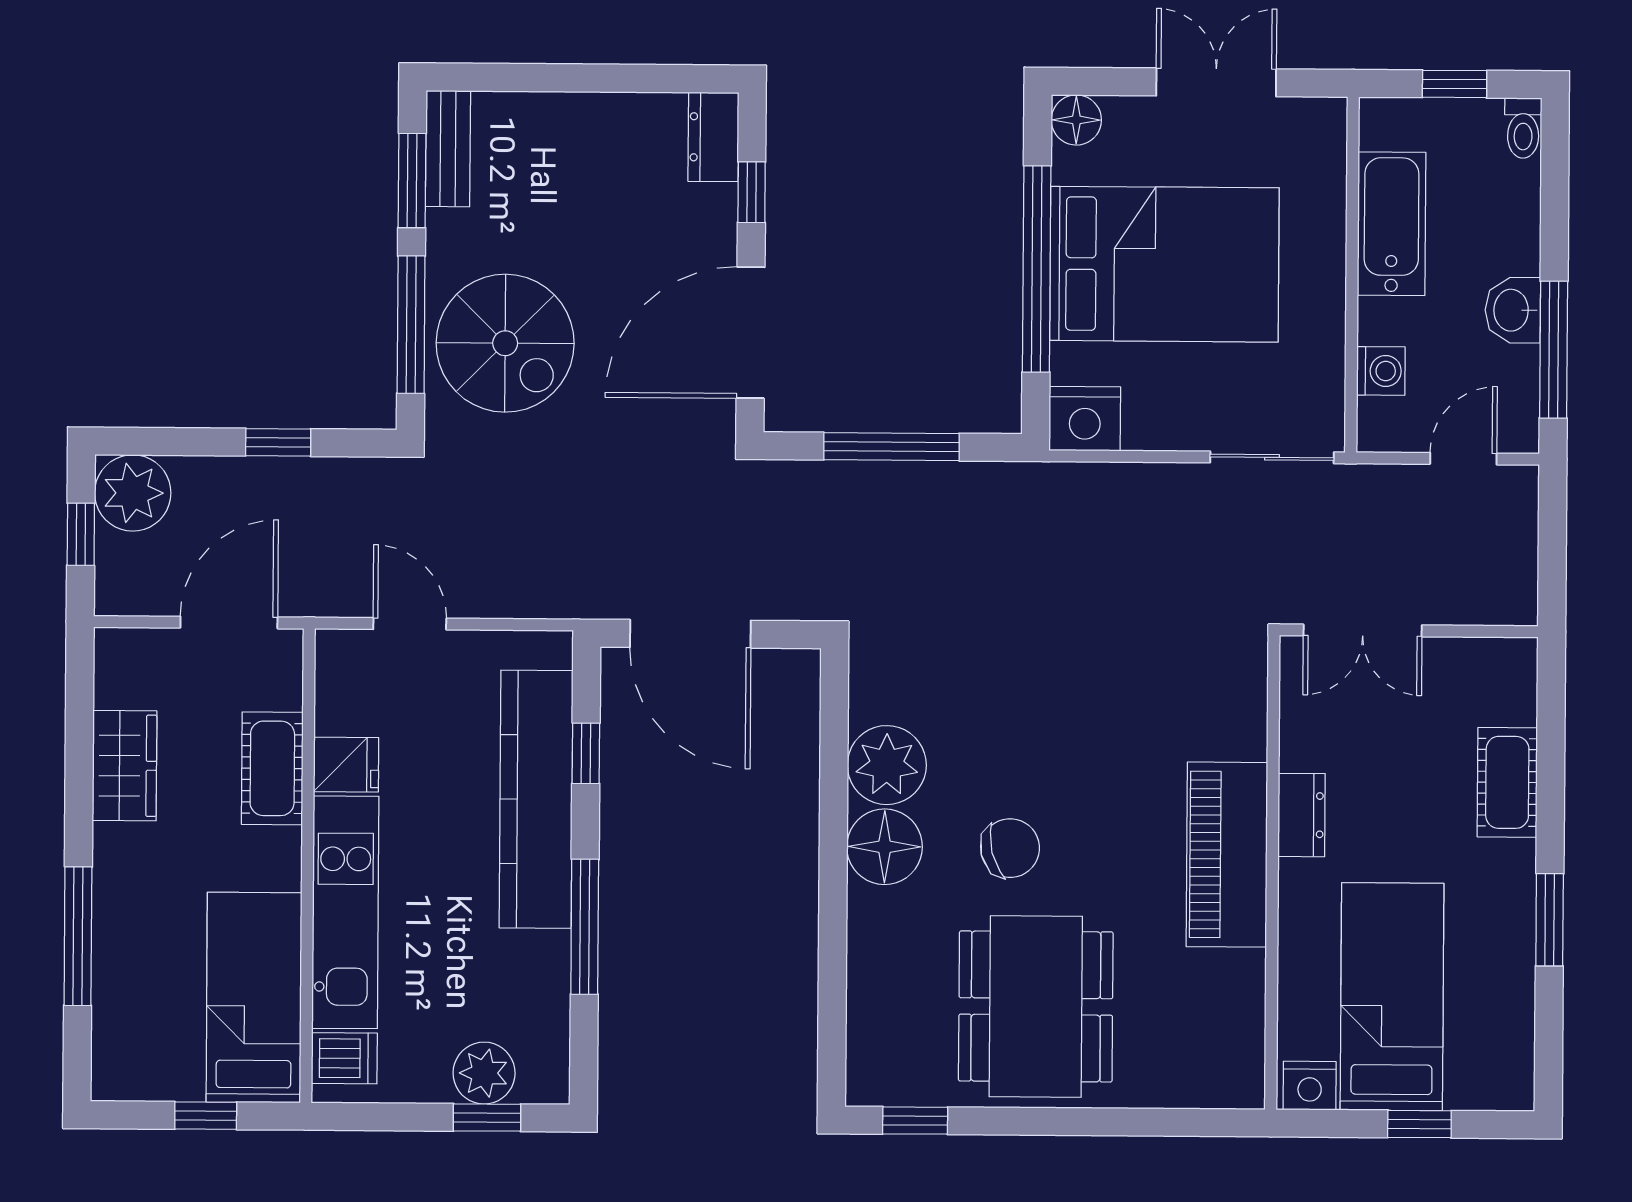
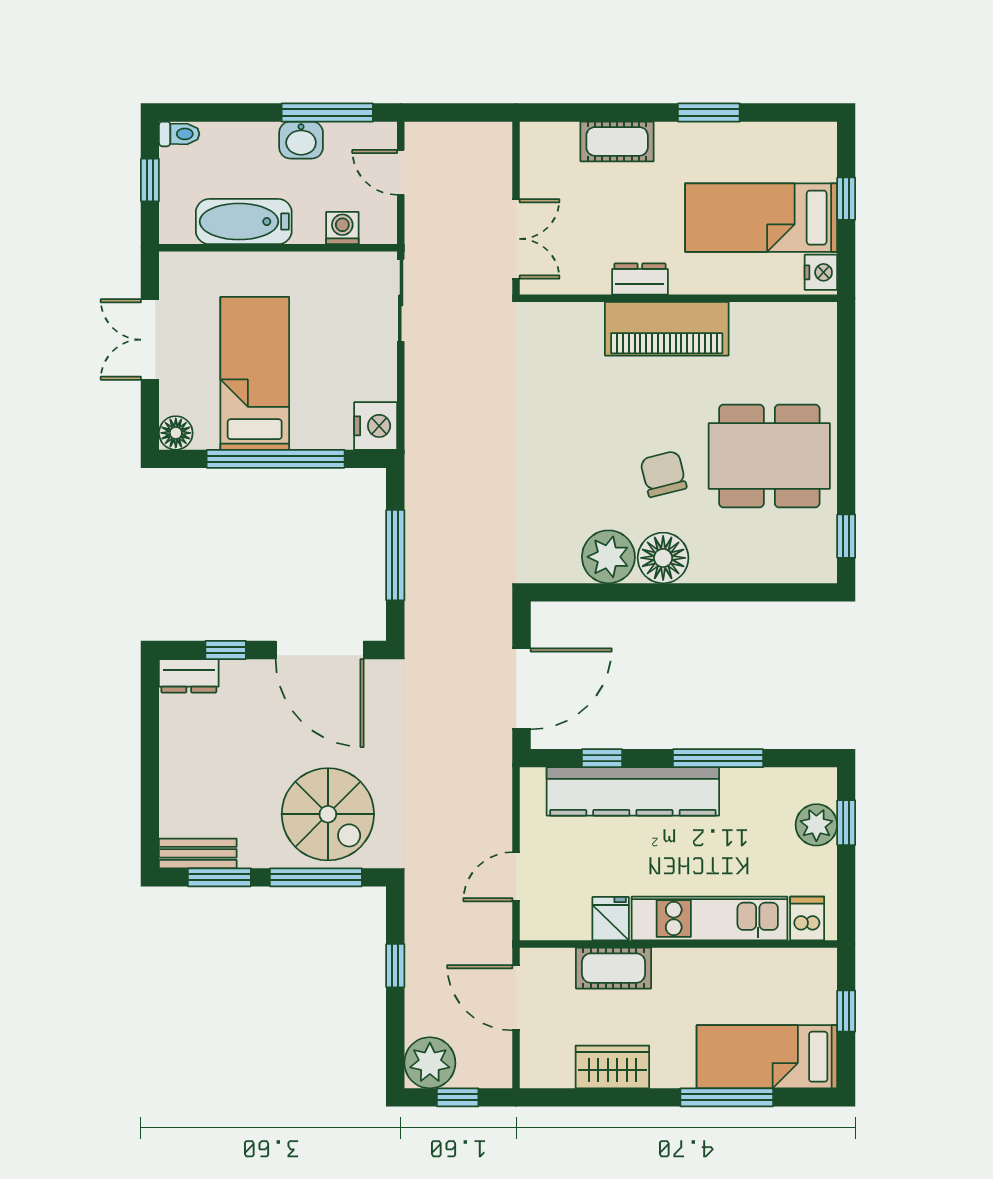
bed: (1164, 264) -> (255, 373), width x0.67
spiral stairs: (505, 343) -> (328, 814), turned 90
bed: (254, 997) -> (767, 1057), moved

